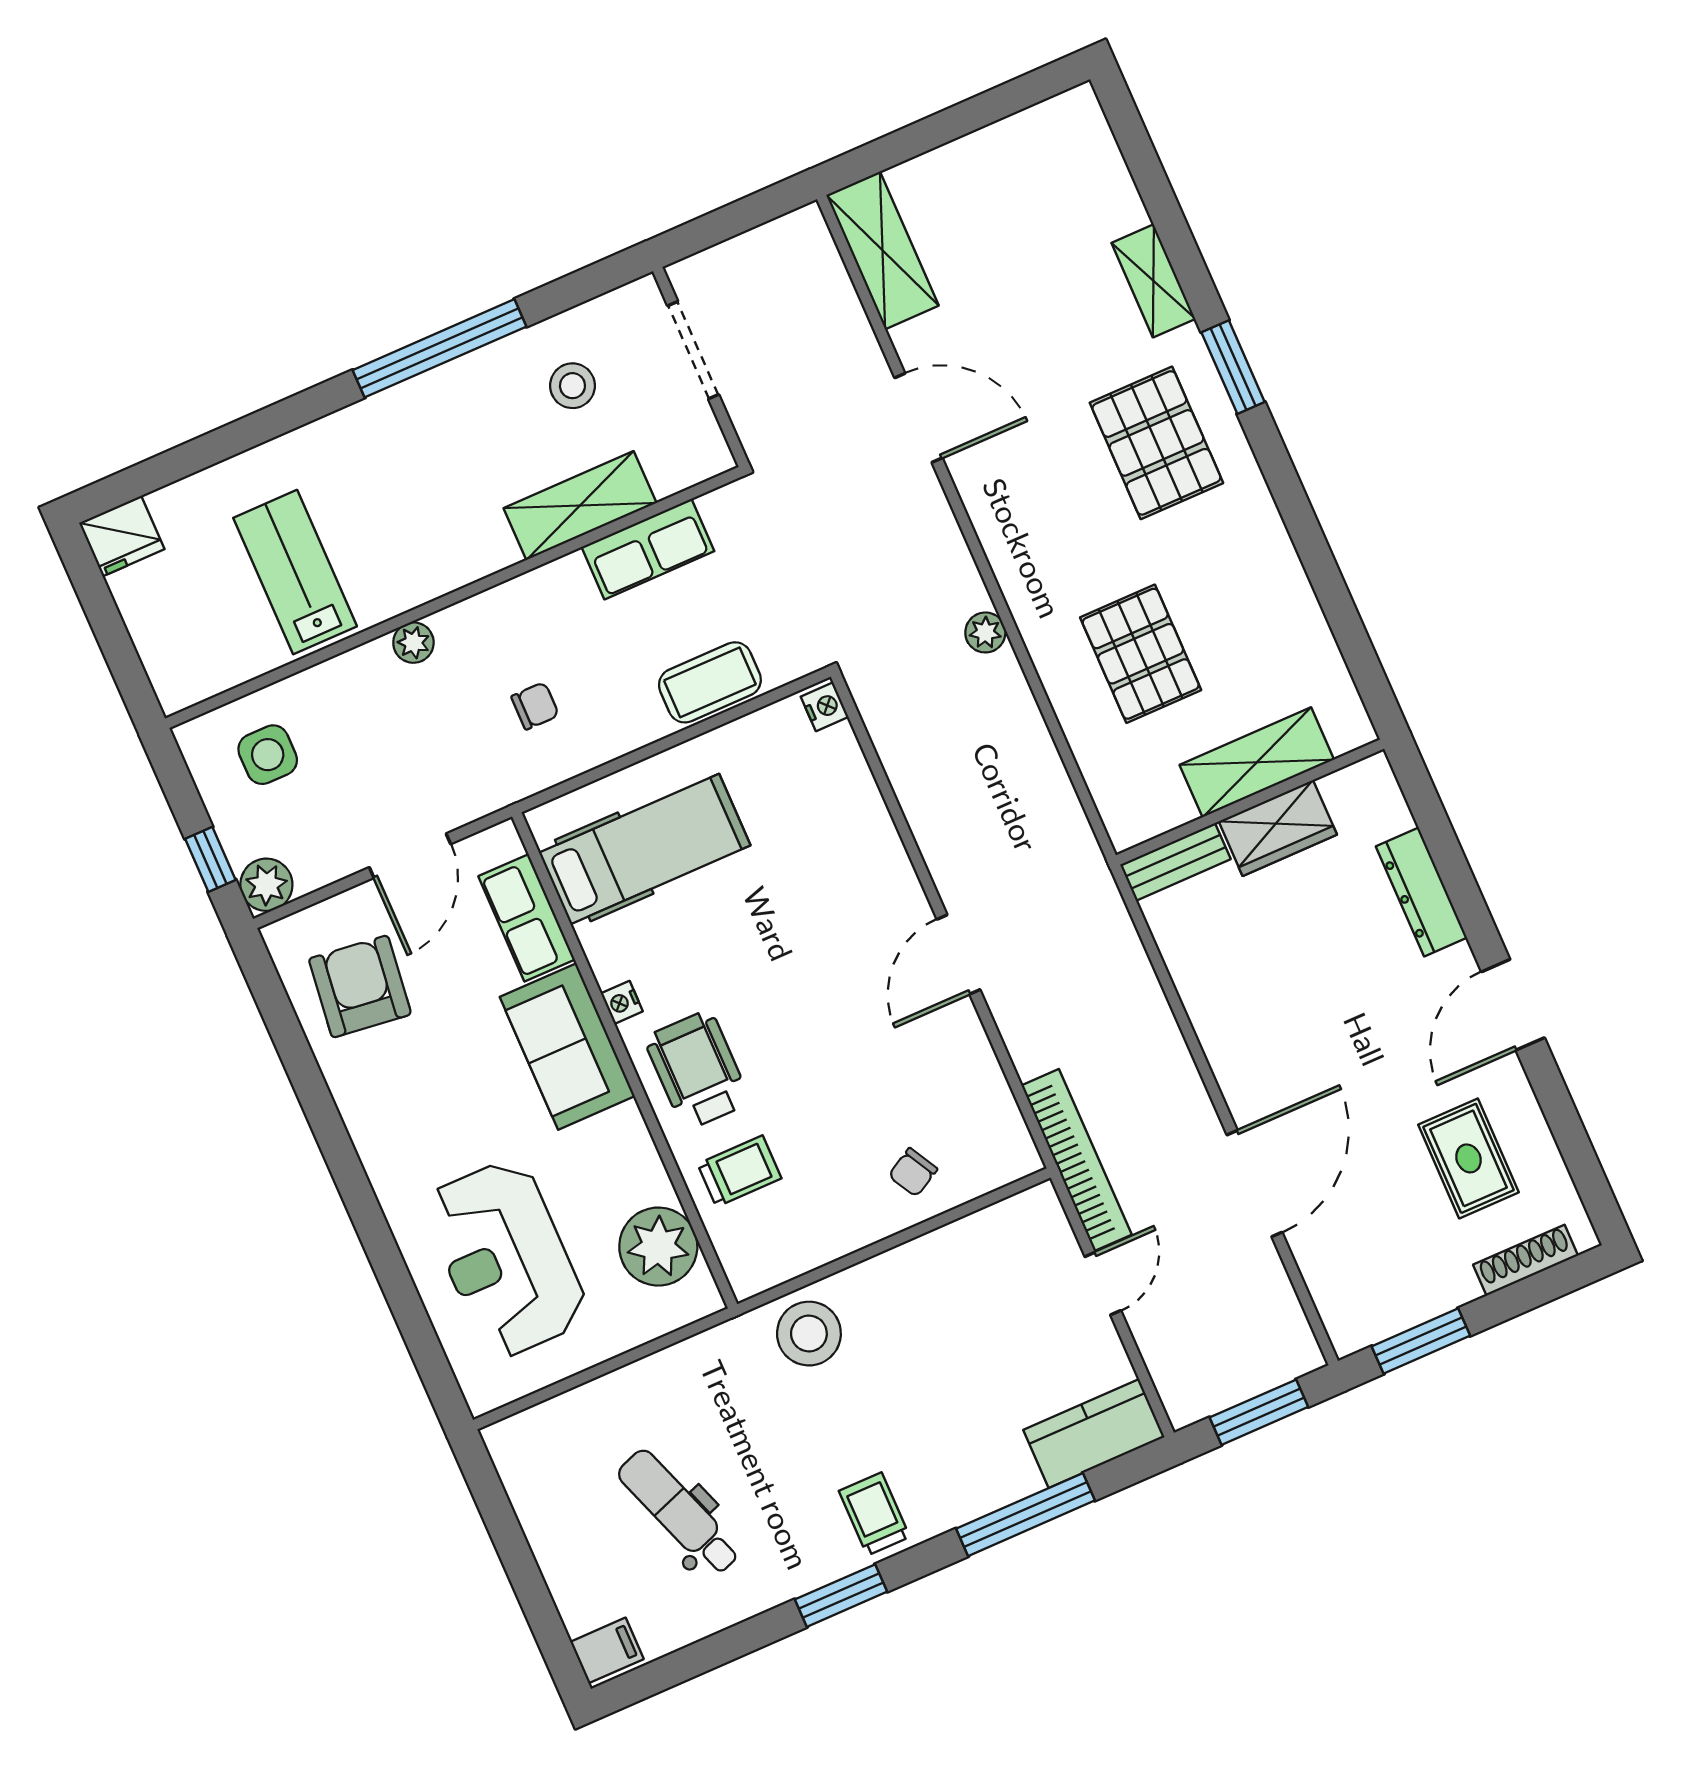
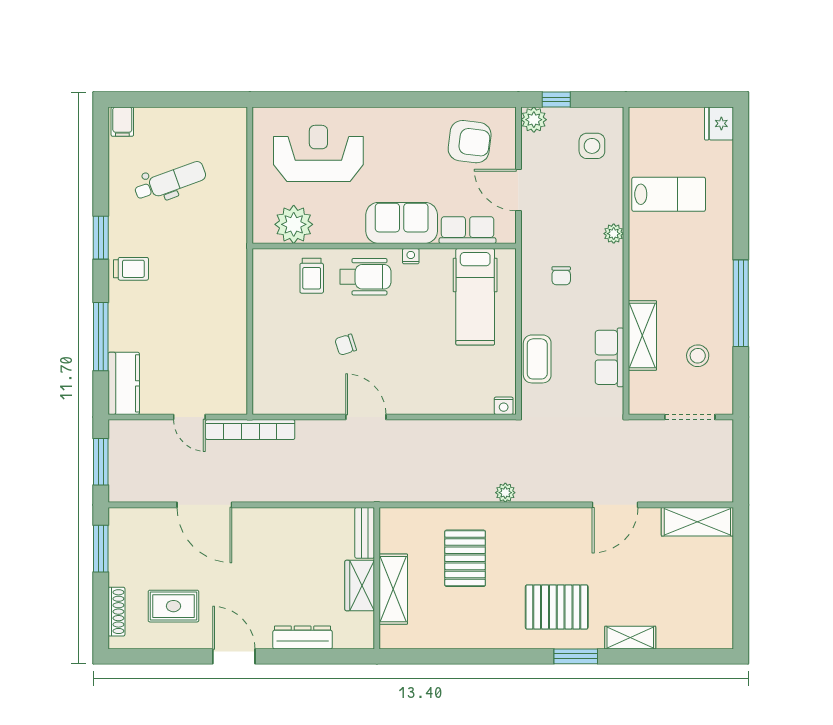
pallet: (1141, 654) -> (465, 558), turned 90
chair: (913, 1172) -> (346, 345), moved, turned -79
stool: (809, 1334) -> (225, 275), removed

